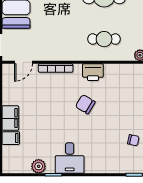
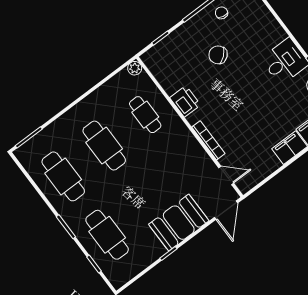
chair: (85, 104) -> (218, 55), moved, turned 109

